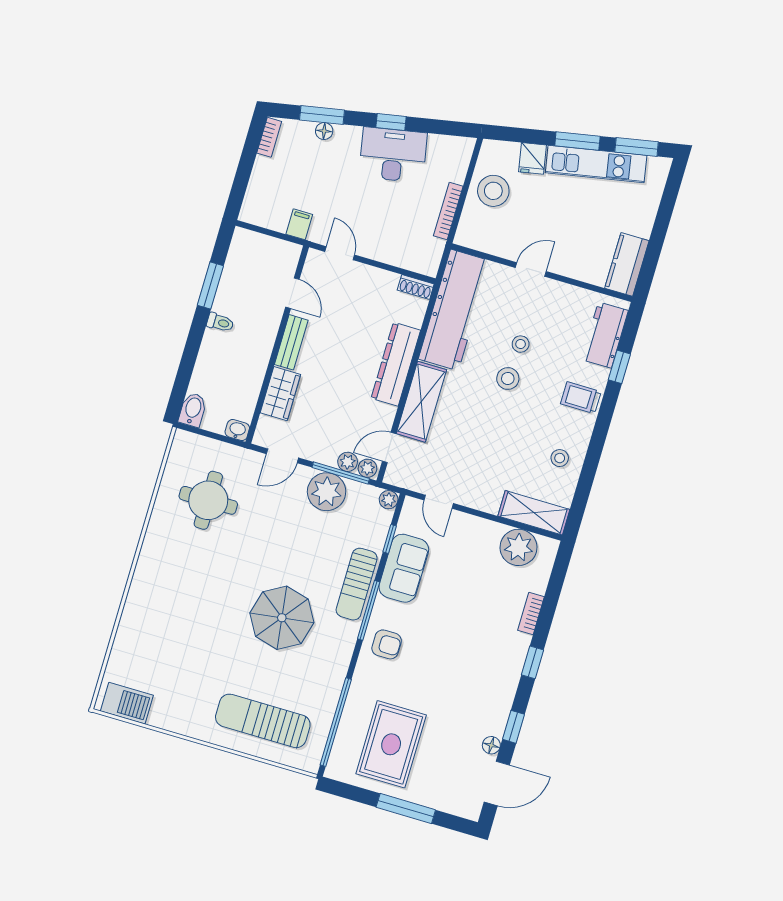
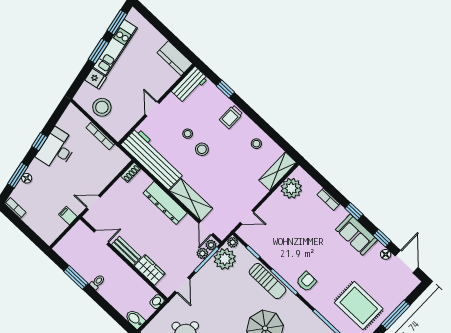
workbench: (605, 335) -> (190, 85), moved, turned -90
plant: (327, 492) -> (225, 259), moved
sofa: (404, 568) -> (356, 235), moved, turned 180

